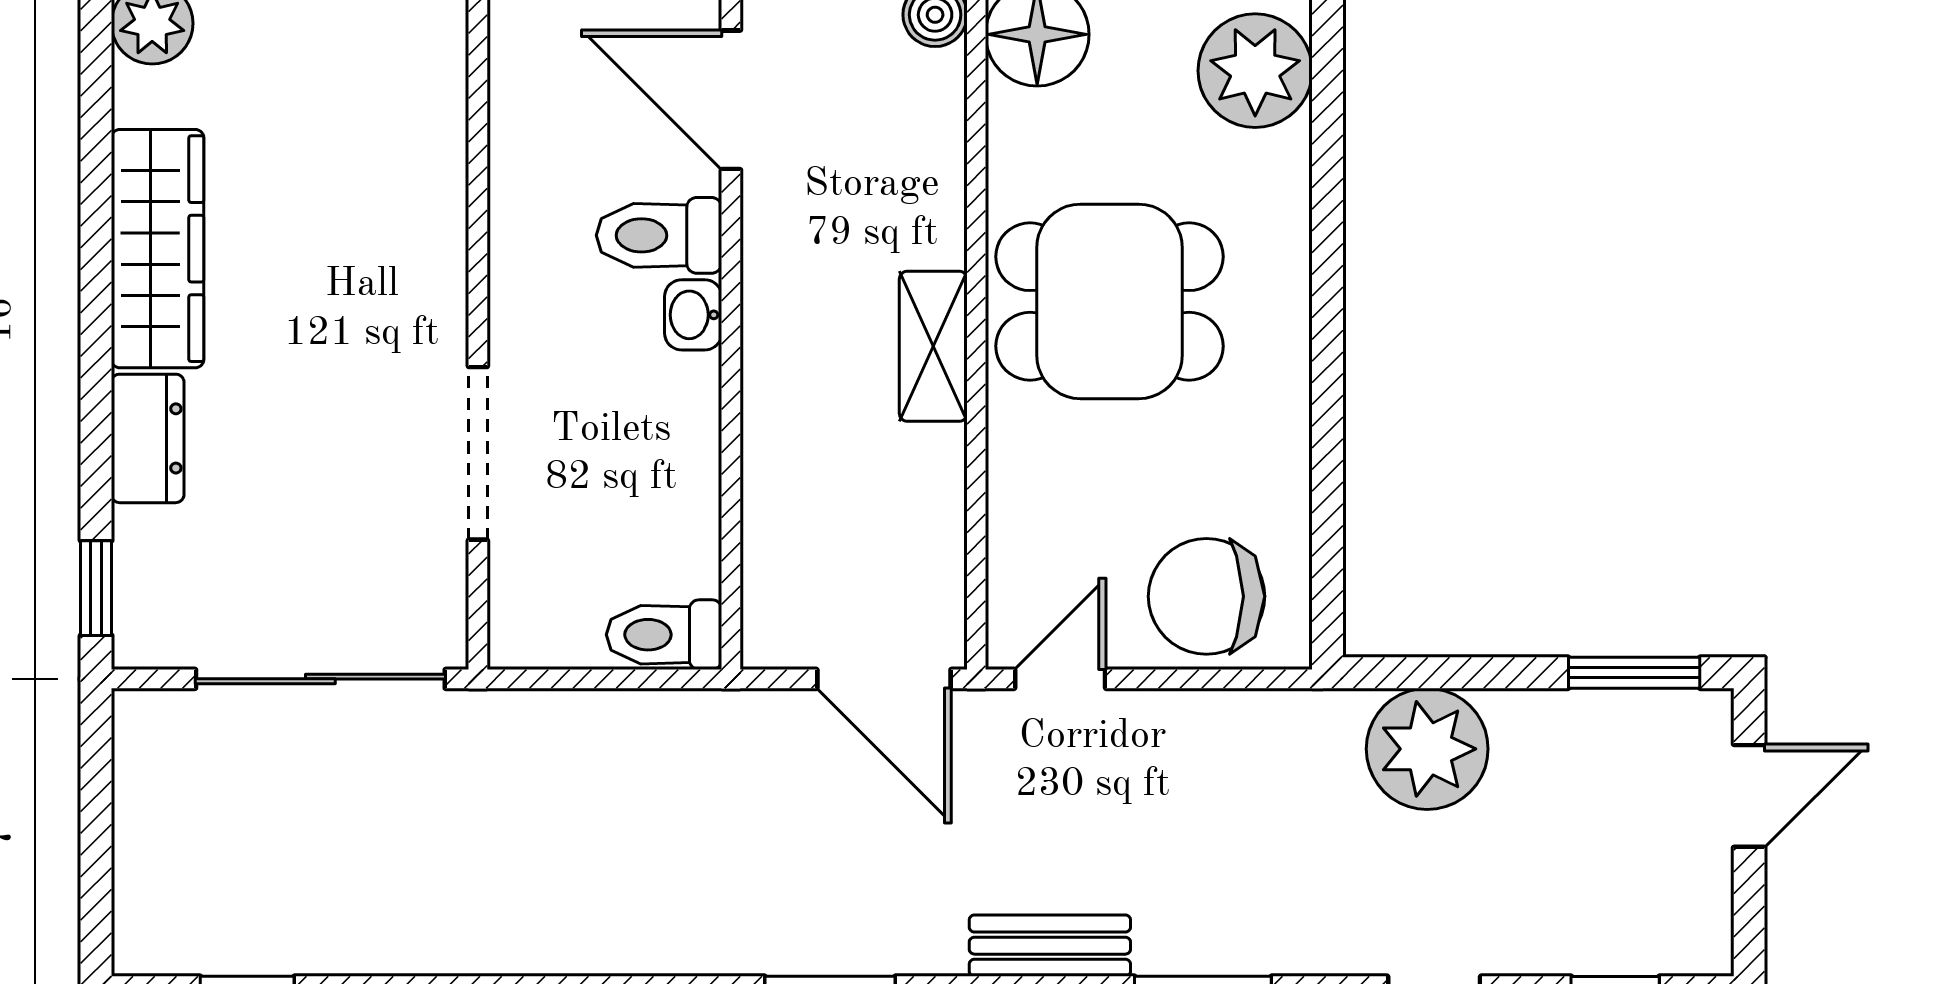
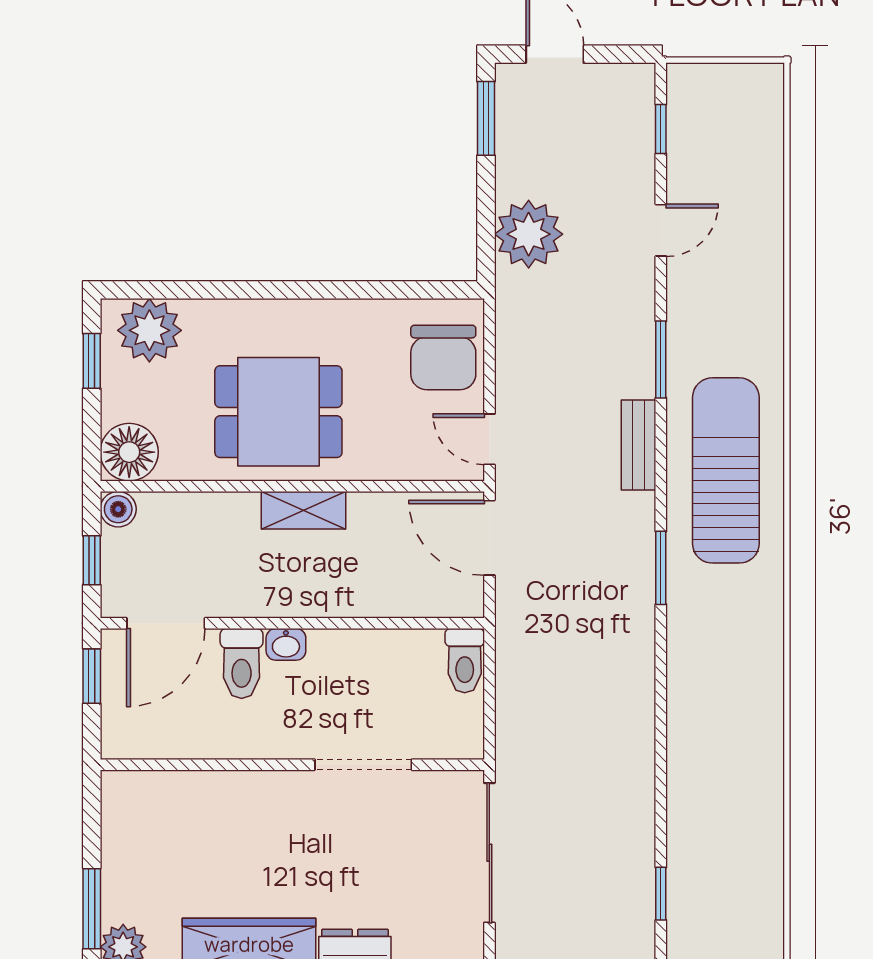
dining table: (1110, 301) -> (278, 412), turned 90
door: (884, 679) -> (489, 538), swing flipped

